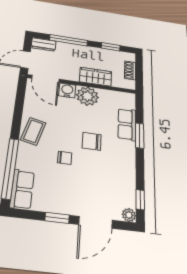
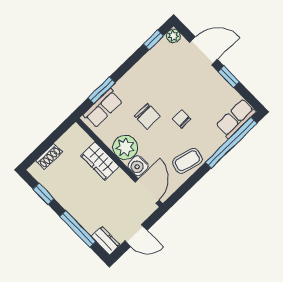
wardrobe: (96, 77) -> (100, 161), moved
door: (45, 79) -> (147, 191), moved
wall: (82, 84) -> (119, 163), moved
water cooler: (67, 90) -> (138, 166), moved
plant: (87, 96) -> (125, 147), moved

